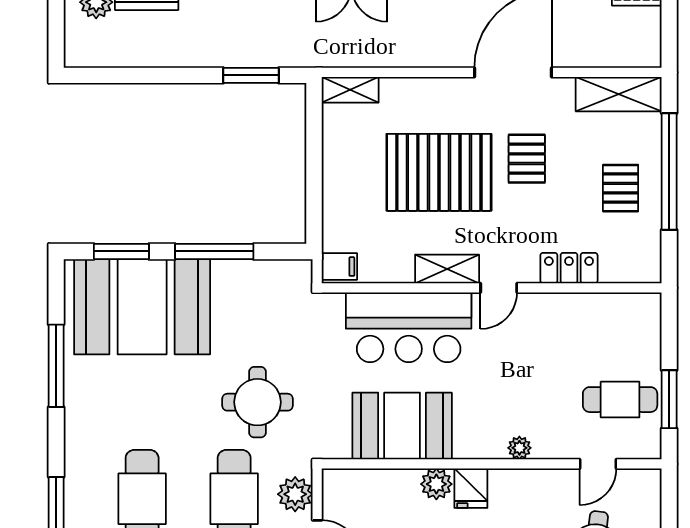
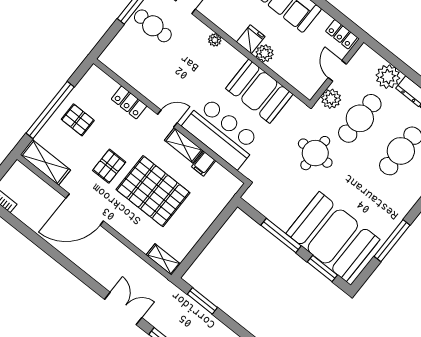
pallet: (621, 188) -> (78, 120), turned 90
filing cabinet: (339, 267) -> (204, 164), moved, turned -90

